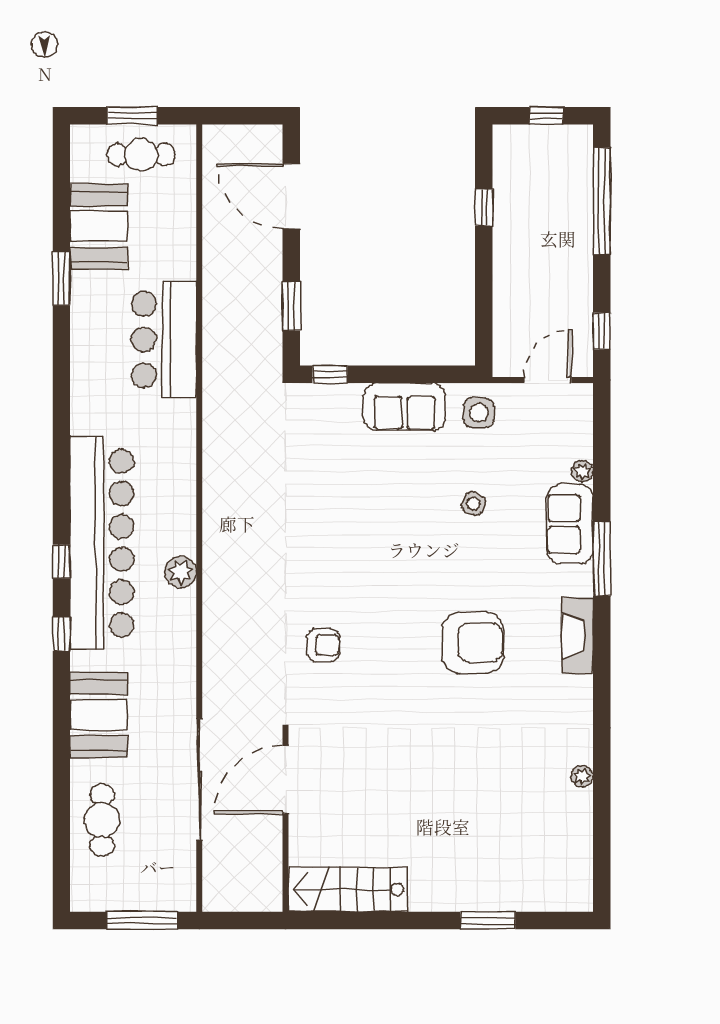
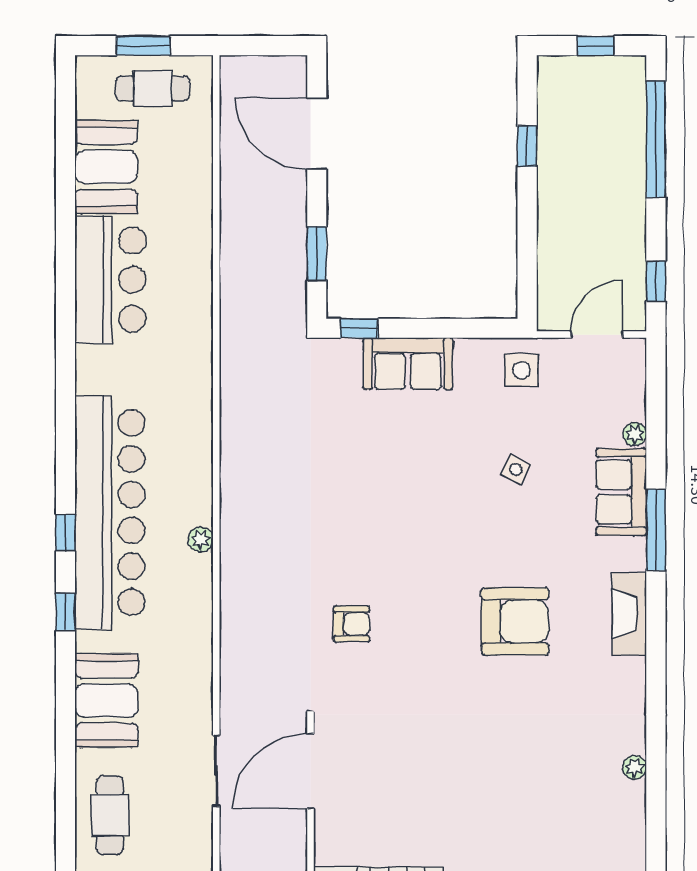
window: (61, 278) -> (66, 223), removed
bar counter: (164, 339) -> (110, 280), moved, turned 180
sofa: (405, 407) -> (408, 364), moved
plant: (181, 572) -> (201, 540), width x0.73, depth x0.73
sliding door: (199, 779) -> (216, 771), width x0.54

